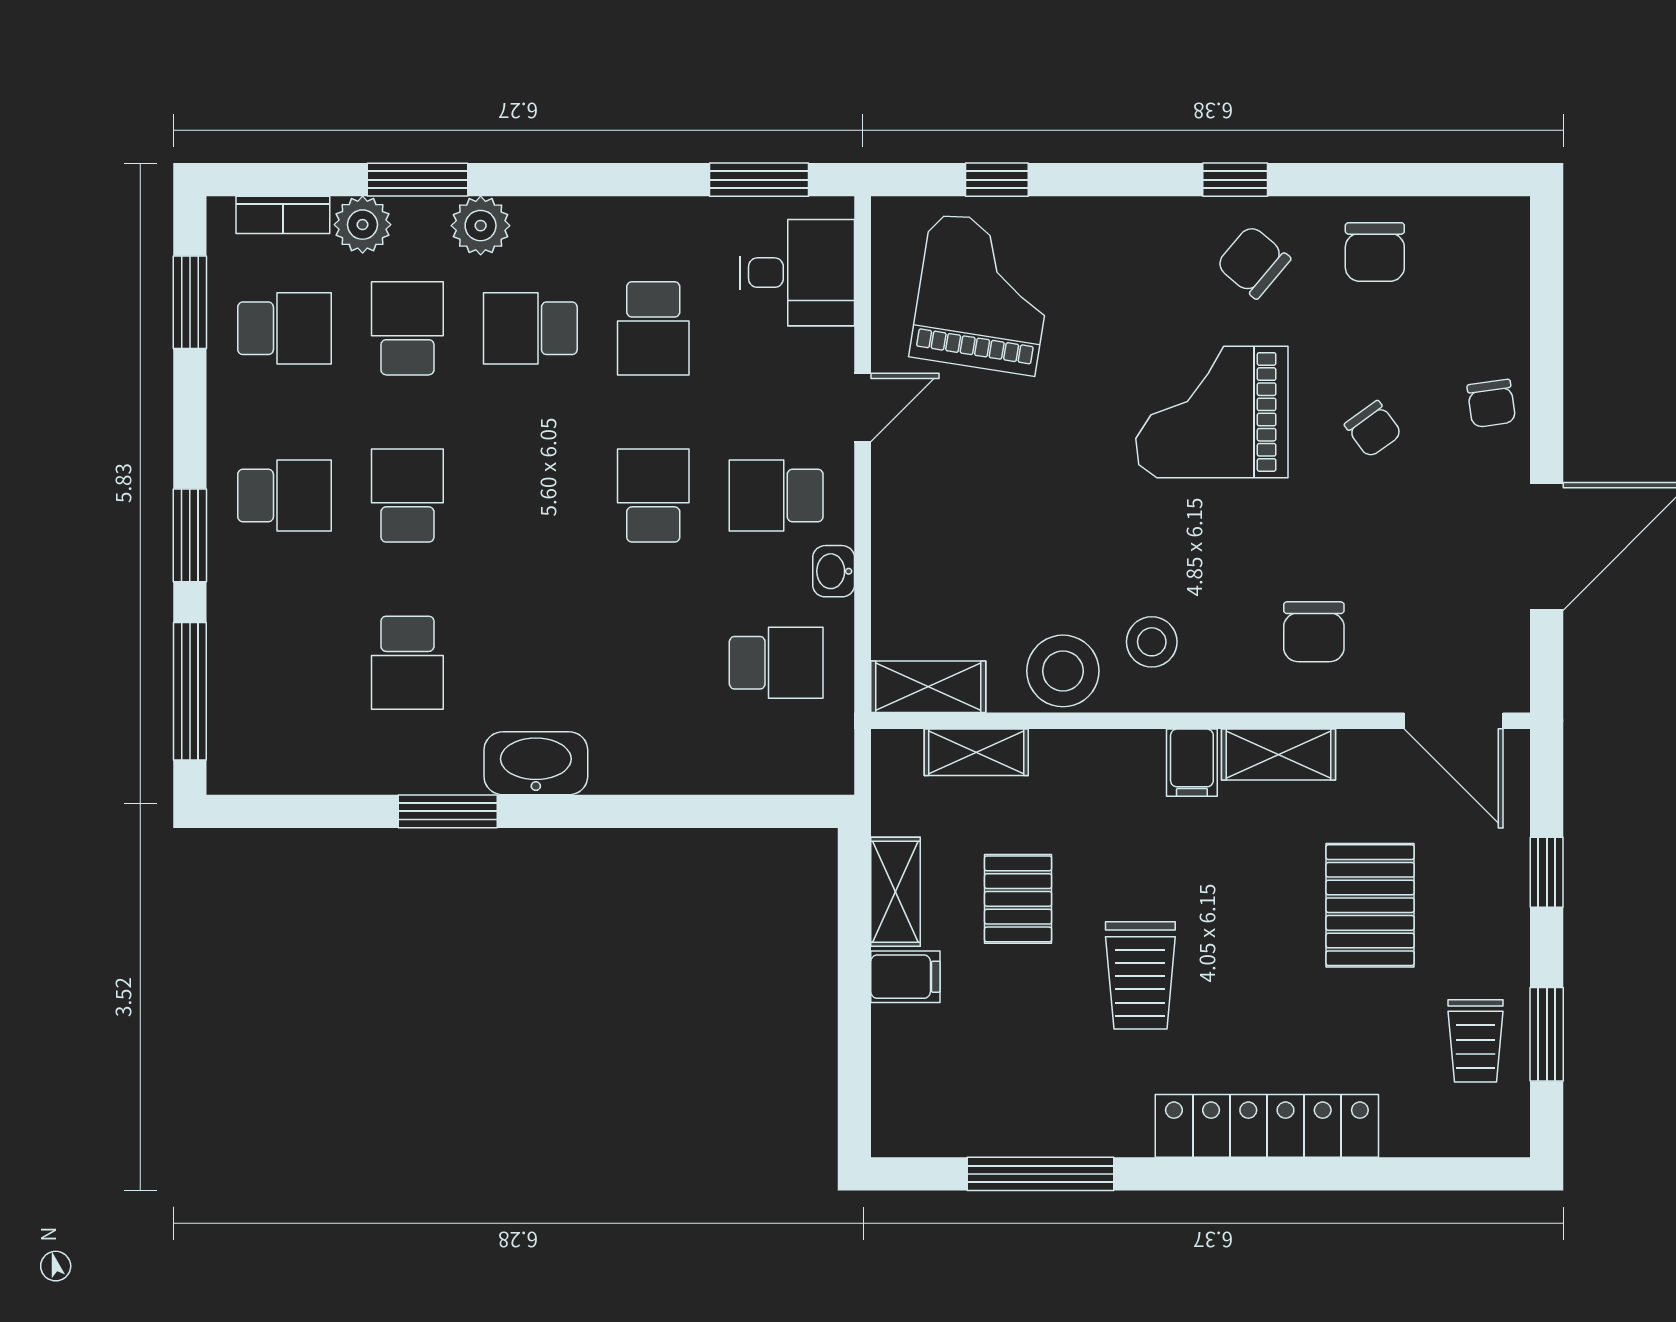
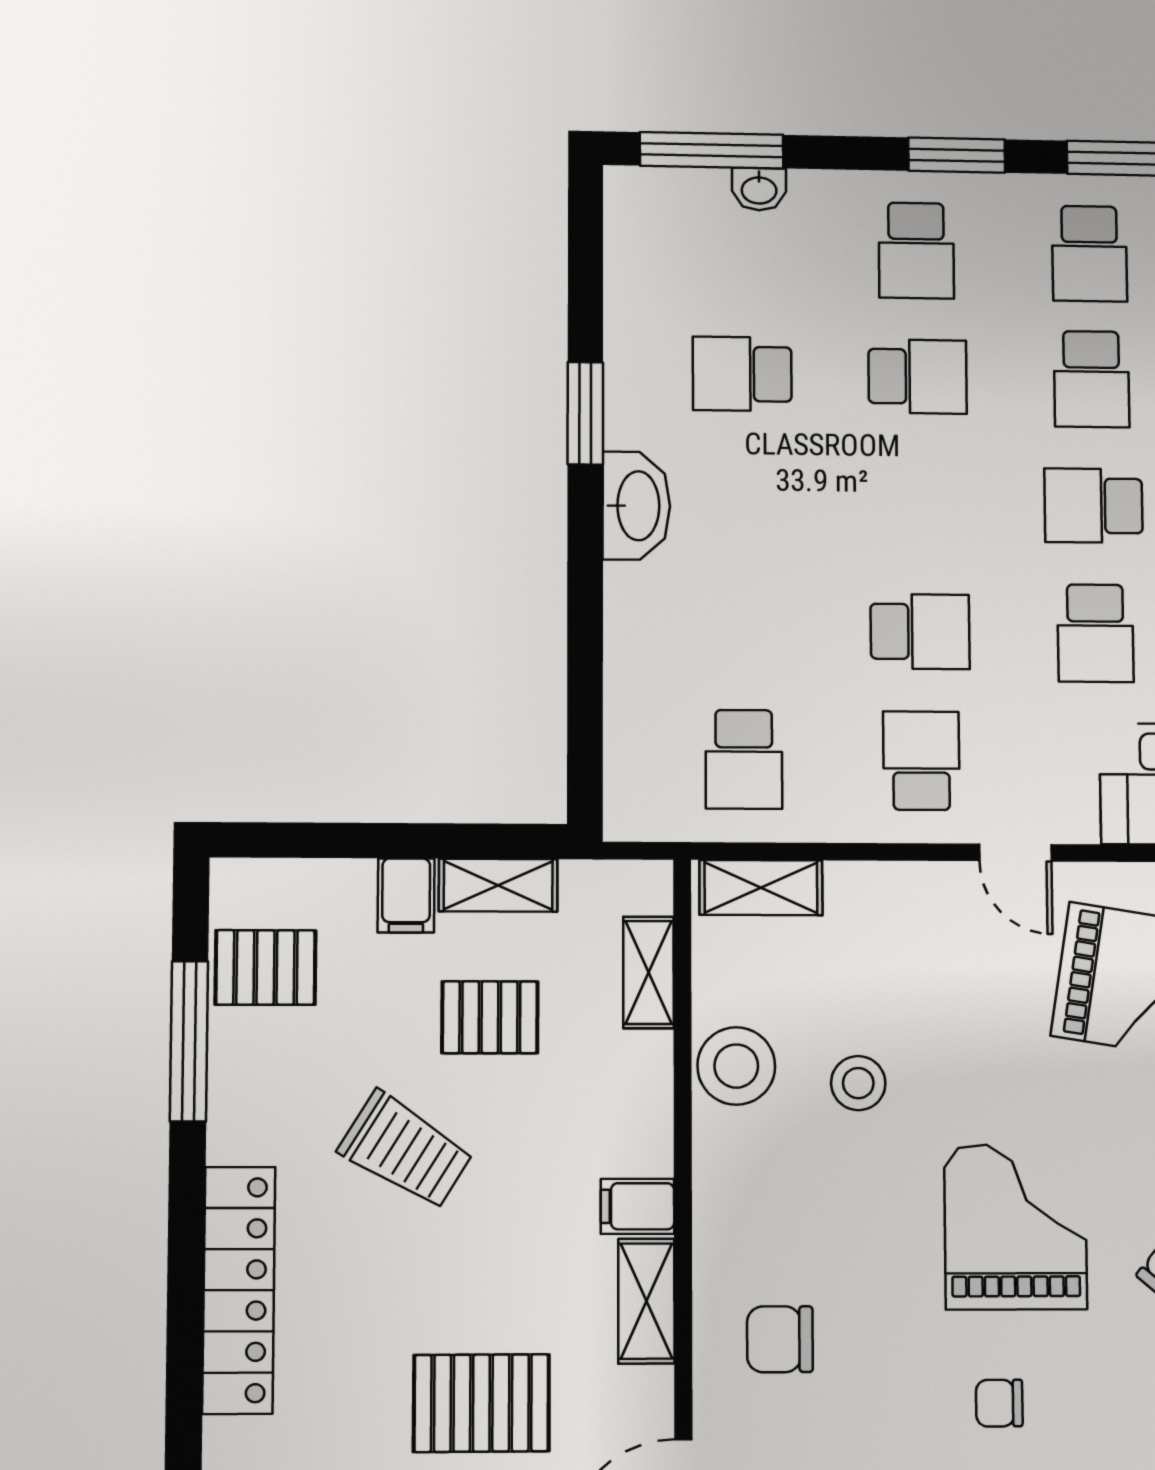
school desk: (407, 328) -> (1091, 379), turned 90
school desk: (530, 328) -> (1093, 506), turned -90
school desk: (653, 328) -> (1095, 633), turned -90
chair: (1373, 429) -> (999, 1403), turned 36
window: (190, 535) -> (957, 155), moved
washbasin: (834, 571) -> (759, 189), moved, turned 180
stool: (1152, 642) -> (858, 1083), moved
shelving: (928, 687) -> (761, 888), moved, turned 90
trolley: (1140, 975) -> (406, 1150), turned -148
pallet: (972, 1105) -> (265, 967), added

